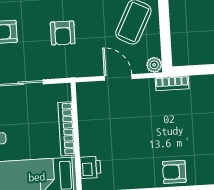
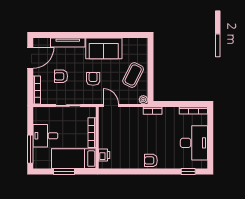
armchair: (63, 33) -> (93, 79), turned 180
door: (118, 77) -> (111, 106), moved

